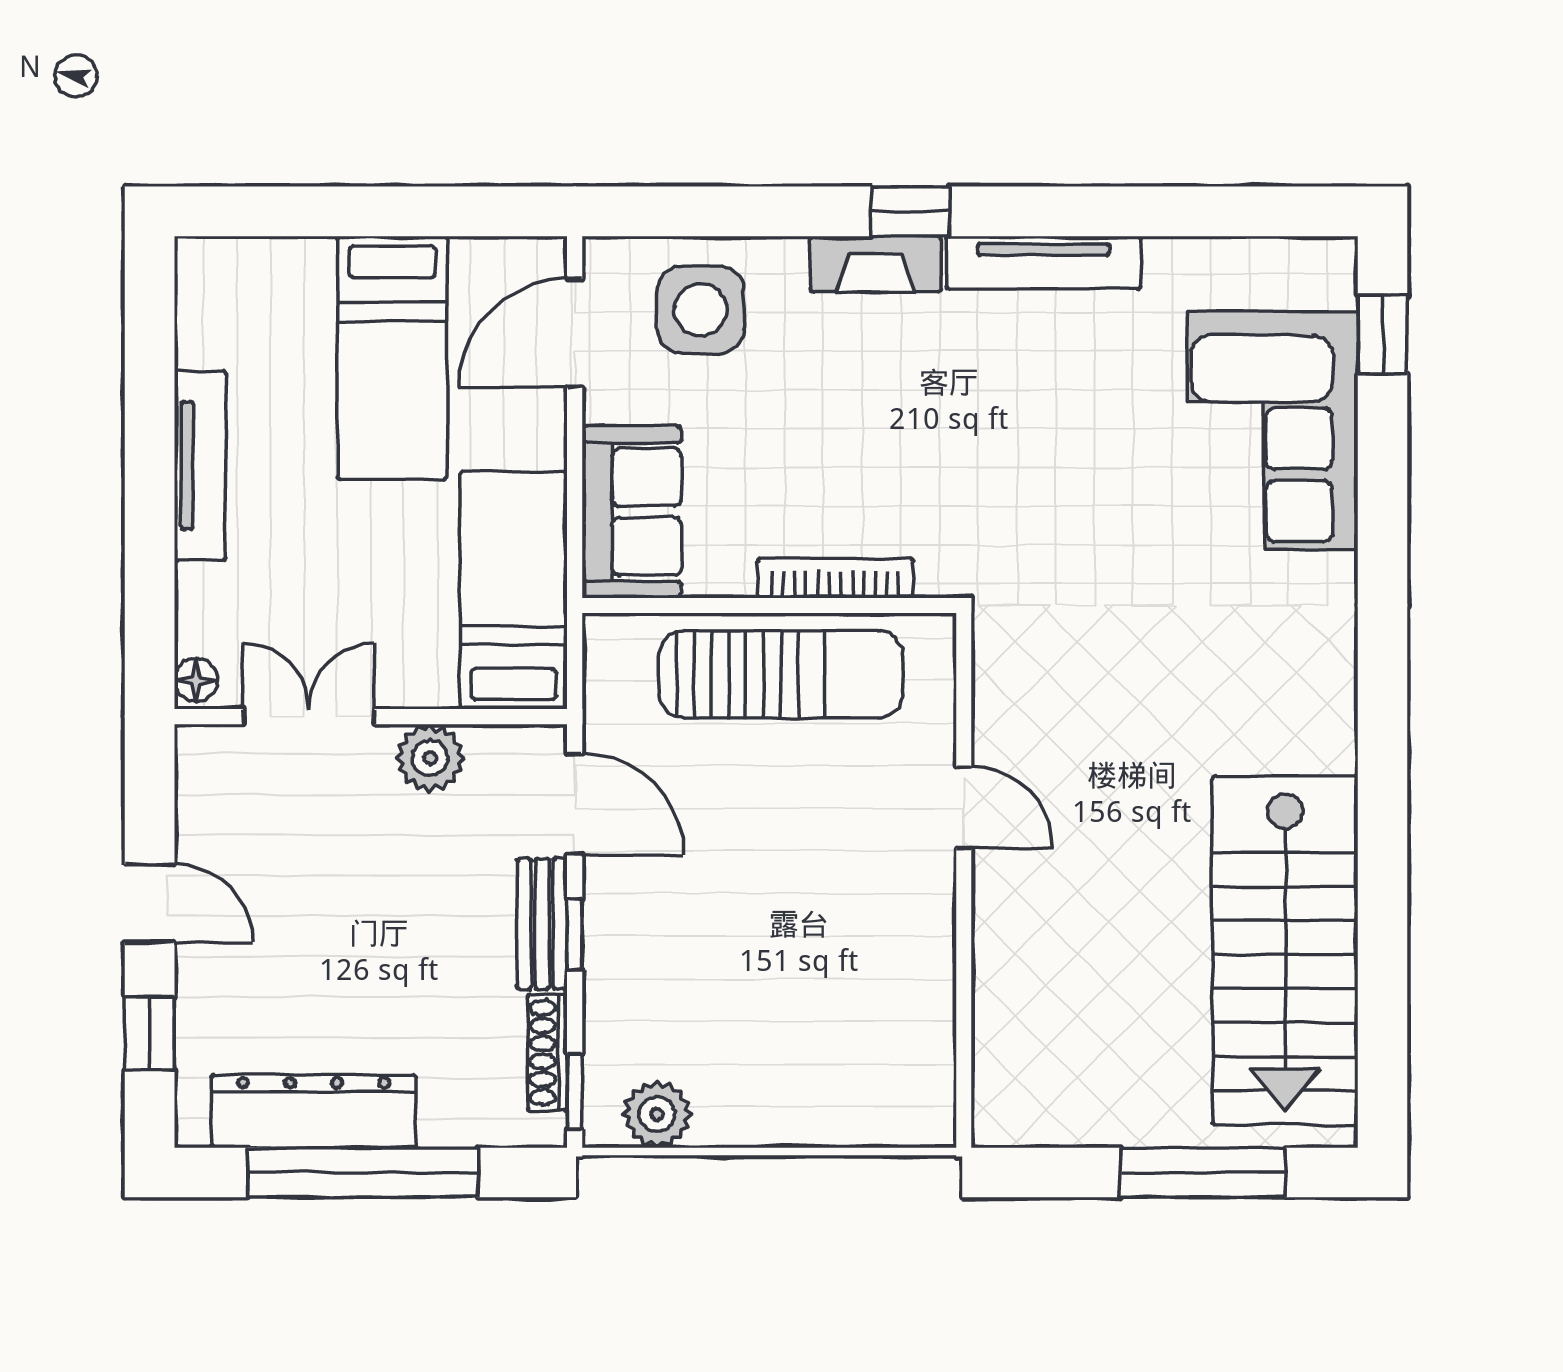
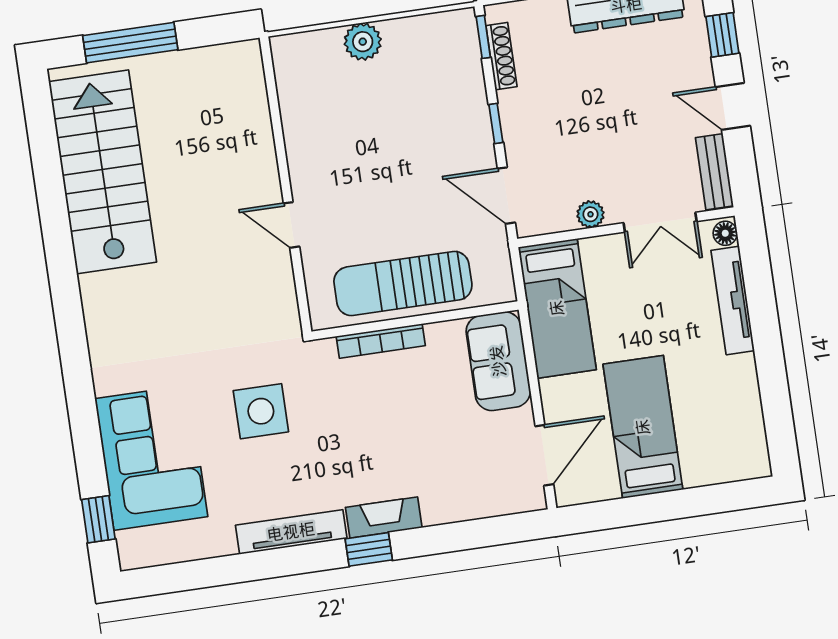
side table: (701, 310) -> (261, 411), moved
tv unit: (200, 465) -> (733, 300), moved
plant: (430, 758) -> (590, 214), width x0.73, depth x0.73
bench: (542, 924) -> (714, 172), moved
plant: (657, 1114) -> (363, 42), moved

